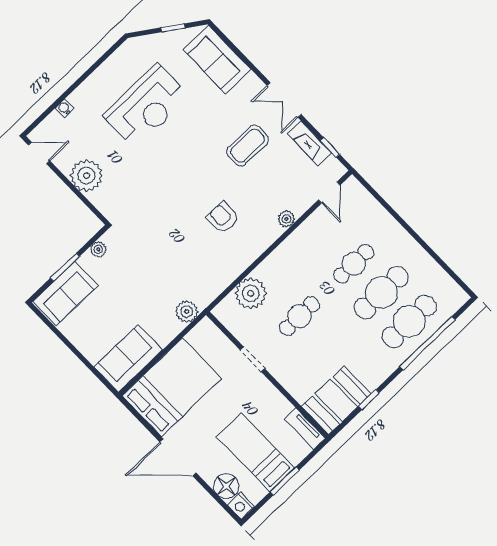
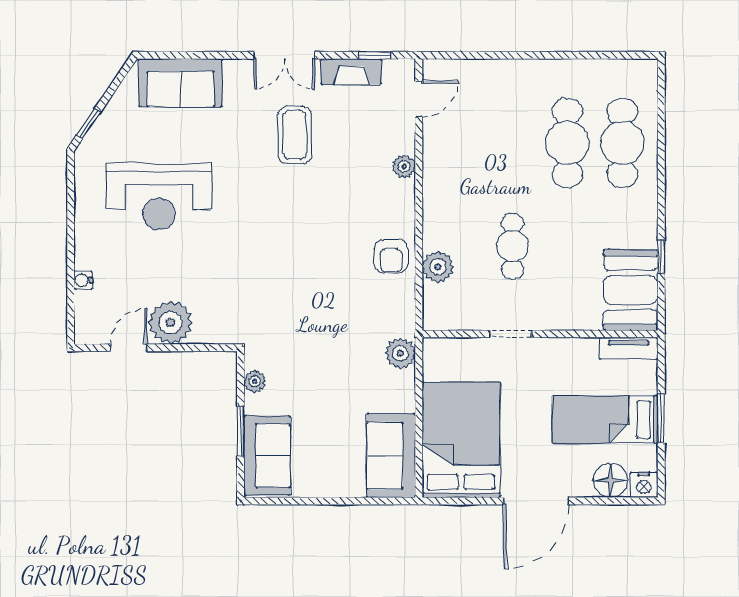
window: (173, 28) -> (88, 124), moved
reception desk: (146, 106) -> (159, 197), turned 90
door: (39, 153) -> (129, 348), moved
door: (329, 192) -> (419, 99), hinge flipped
armchair: (223, 218) -> (391, 256), moved, turned -90
cafe table: (354, 264) -> (513, 143), removed
plant: (251, 293) -> (438, 267), width x0.73, depth x0.73
window: (427, 343) -> (661, 146), removed

